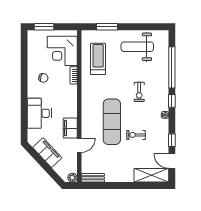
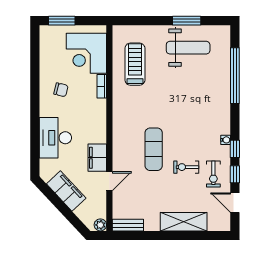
window: (107, 27) -> (187, 21), moved
weight bench: (137, 47) -> (188, 48), turned 180
exercise bike: (139, 92) -> (213, 174), moved
window: (172, 101) -> (235, 149), moved
exercise mat: (112, 122) -> (154, 149), width x0.73, depth x0.69
shelving: (151, 175) -> (184, 222), moved

